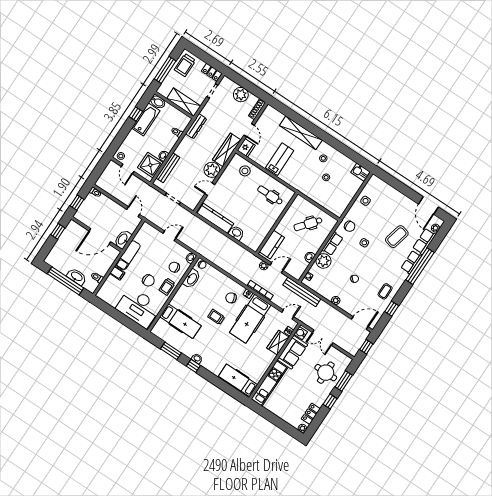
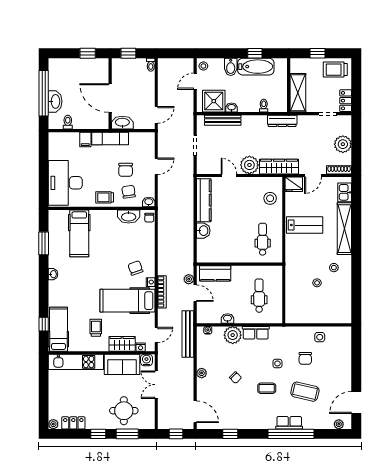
window: (165, 70) -> (318, 53), width x0.46
bidet: (158, 102) -> (231, 67), moved
kitchen sink: (360, 172) -> (345, 192), moved
dental chair: (308, 224) -> (259, 296), turned 51
chair: (350, 226) -> (305, 358), moved
door: (169, 236) -> (156, 166), hinge flipped
row of seats: (424, 241) -> (318, 422), removed
chair: (148, 280) -> (126, 170), moved
coffee table: (385, 291) -> (267, 388), moved
door: (288, 315) -> (156, 335), hinge flipped
trolley: (216, 317) -> (96, 328), moved
window: (193, 366) -> (44, 324), moved

